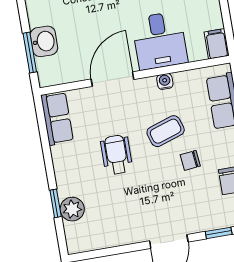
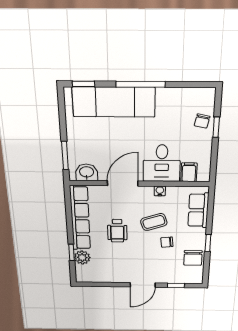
washbasin: (44, 41) -> (87, 172), moved, turned -90
filing cabinet: (217, 44) -> (189, 172), moved
row of seats: (57, 118) -> (80, 218), width x2.02
wheelchair: (117, 155) -> (117, 231), turned 180

